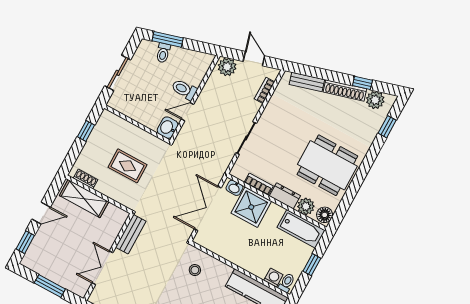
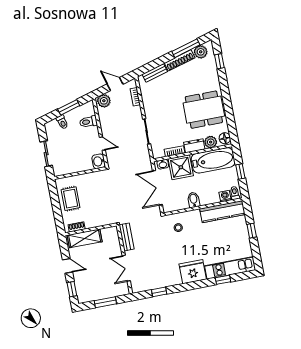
window: (168, 39) -> (69, 107), moved
window: (362, 83) -> (186, 48), width x2.17
toilet: (184, 90) -> (88, 122), moved
door: (187, 112) -> (102, 144), swing flipped
window: (86, 131) -> (55, 200), removed
rug: (127, 166) -> (71, 199), moved, turned 90
door: (41, 213) -> (68, 266), hinge flipped
bathtub: (301, 229) -> (213, 160), width x1.36, depth x1.36
bidet: (236, 254) -> (194, 200), added

